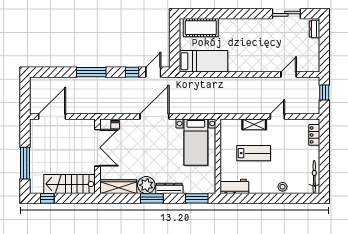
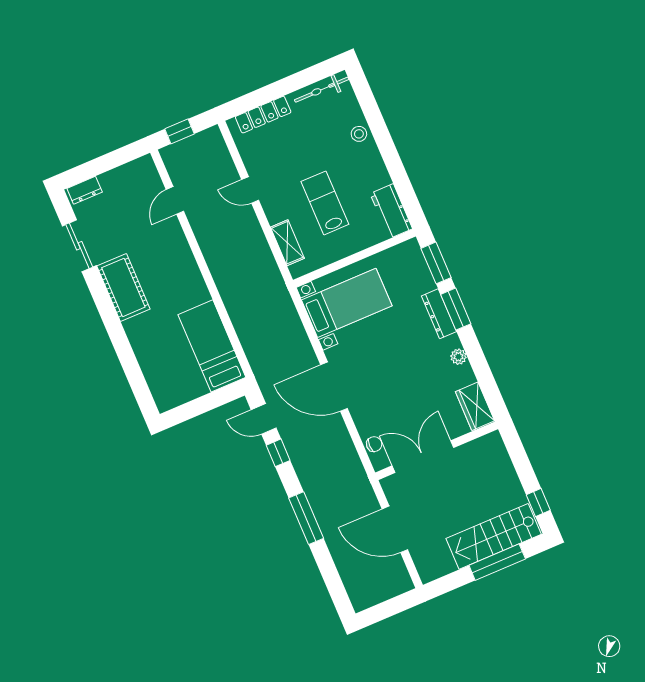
cot: (201, 28) -> (123, 287), moved
door: (289, 74) -> (175, 200), hinge flipped
door: (52, 117) -> (395, 529), moved
shelving: (254, 124) -> (287, 243), moved
locker: (314, 135) -> (263, 115), width x1.53
stairs: (69, 184) -> (494, 536), moved, turned 90
plant: (146, 185) -> (458, 357), width x0.53, depth x0.53
wardrobe: (118, 187) -> (475, 406), width x0.67
window: (152, 198) -> (456, 309), moved

